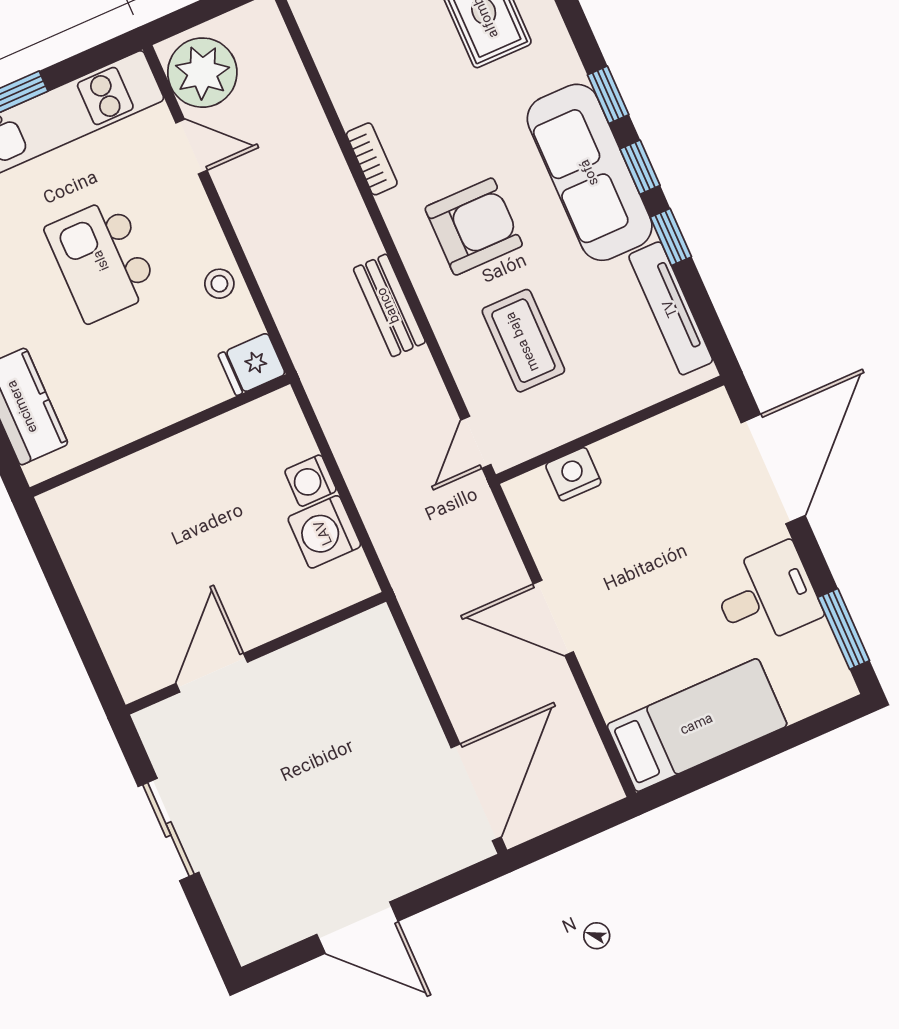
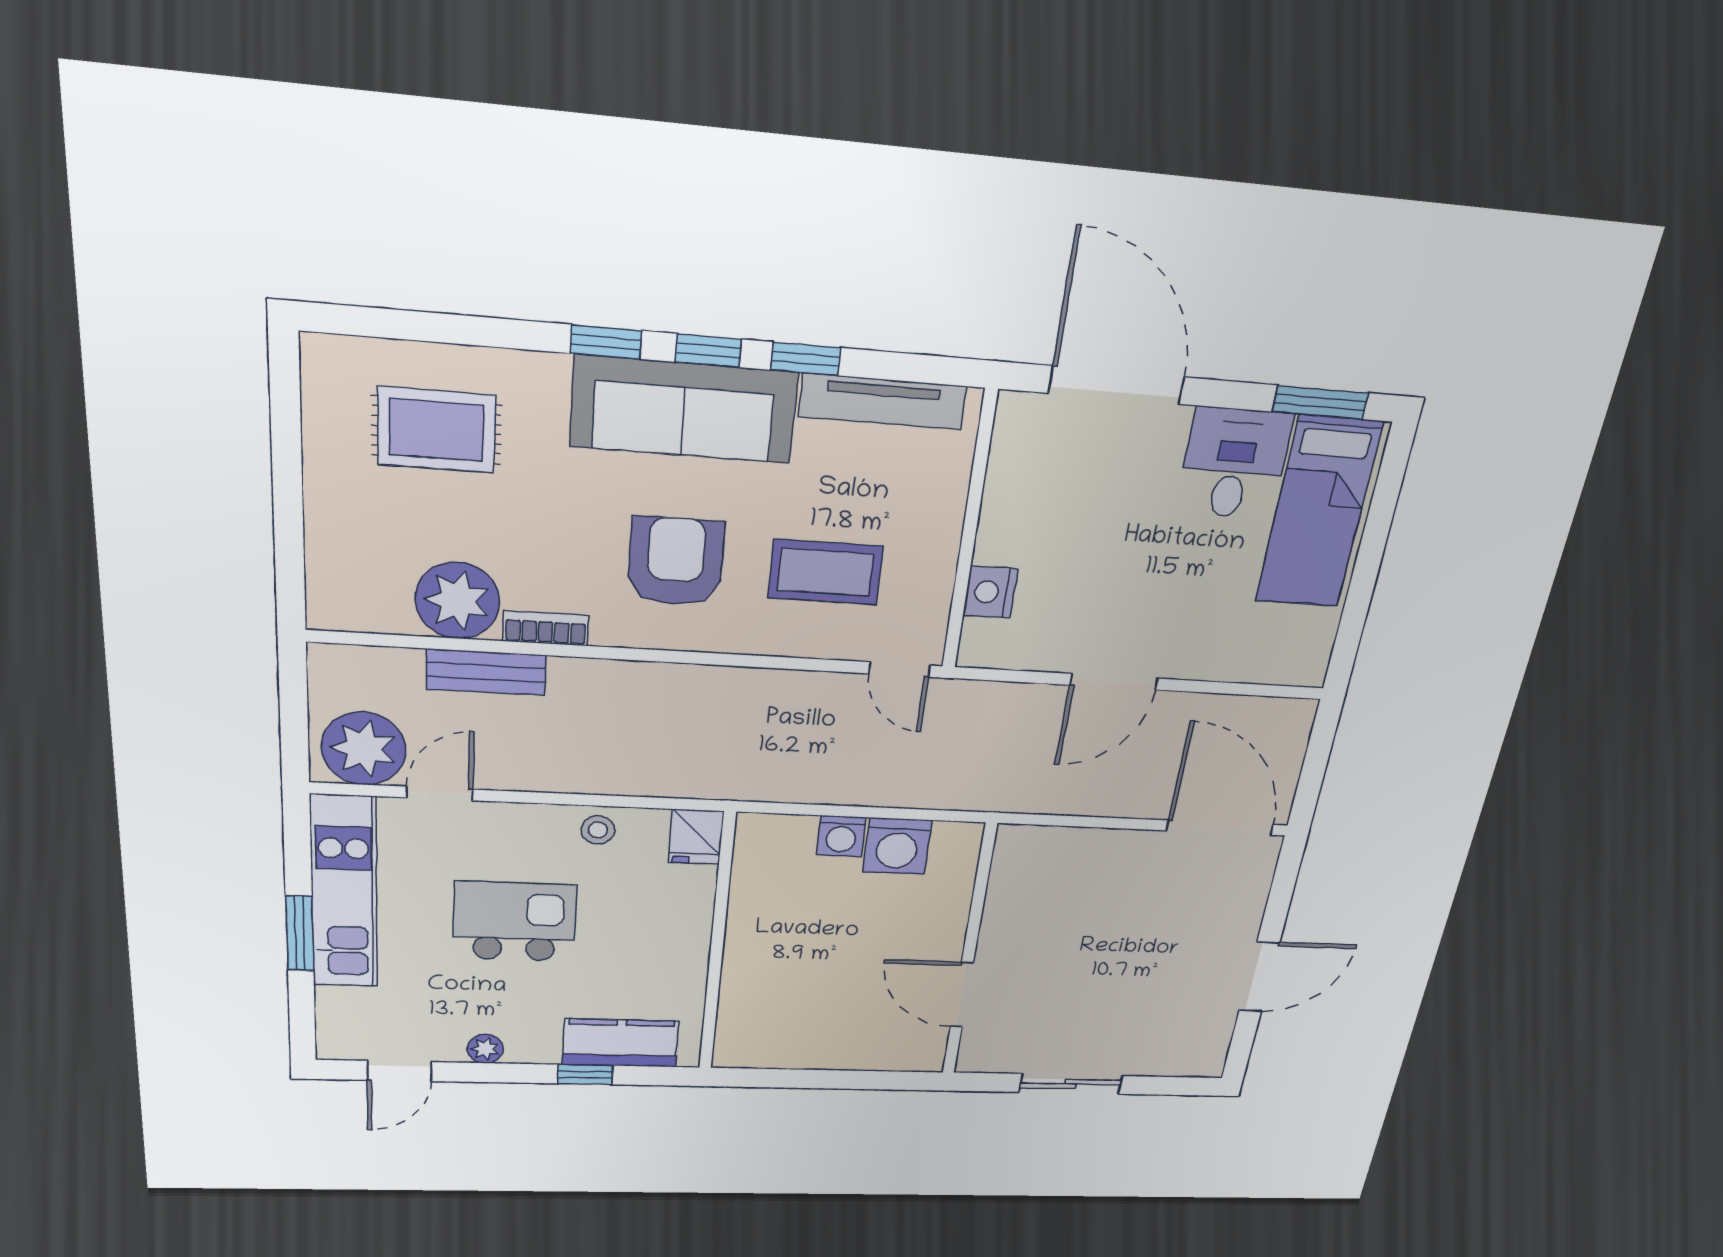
plant: (361, 85) -> (458, 601), added
kitchen island: (102, 260) -> (515, 922), turned 180
bench: (389, 305) -> (486, 672), moved
bed: (697, 725) -> (1318, 513), moved, turned 180

